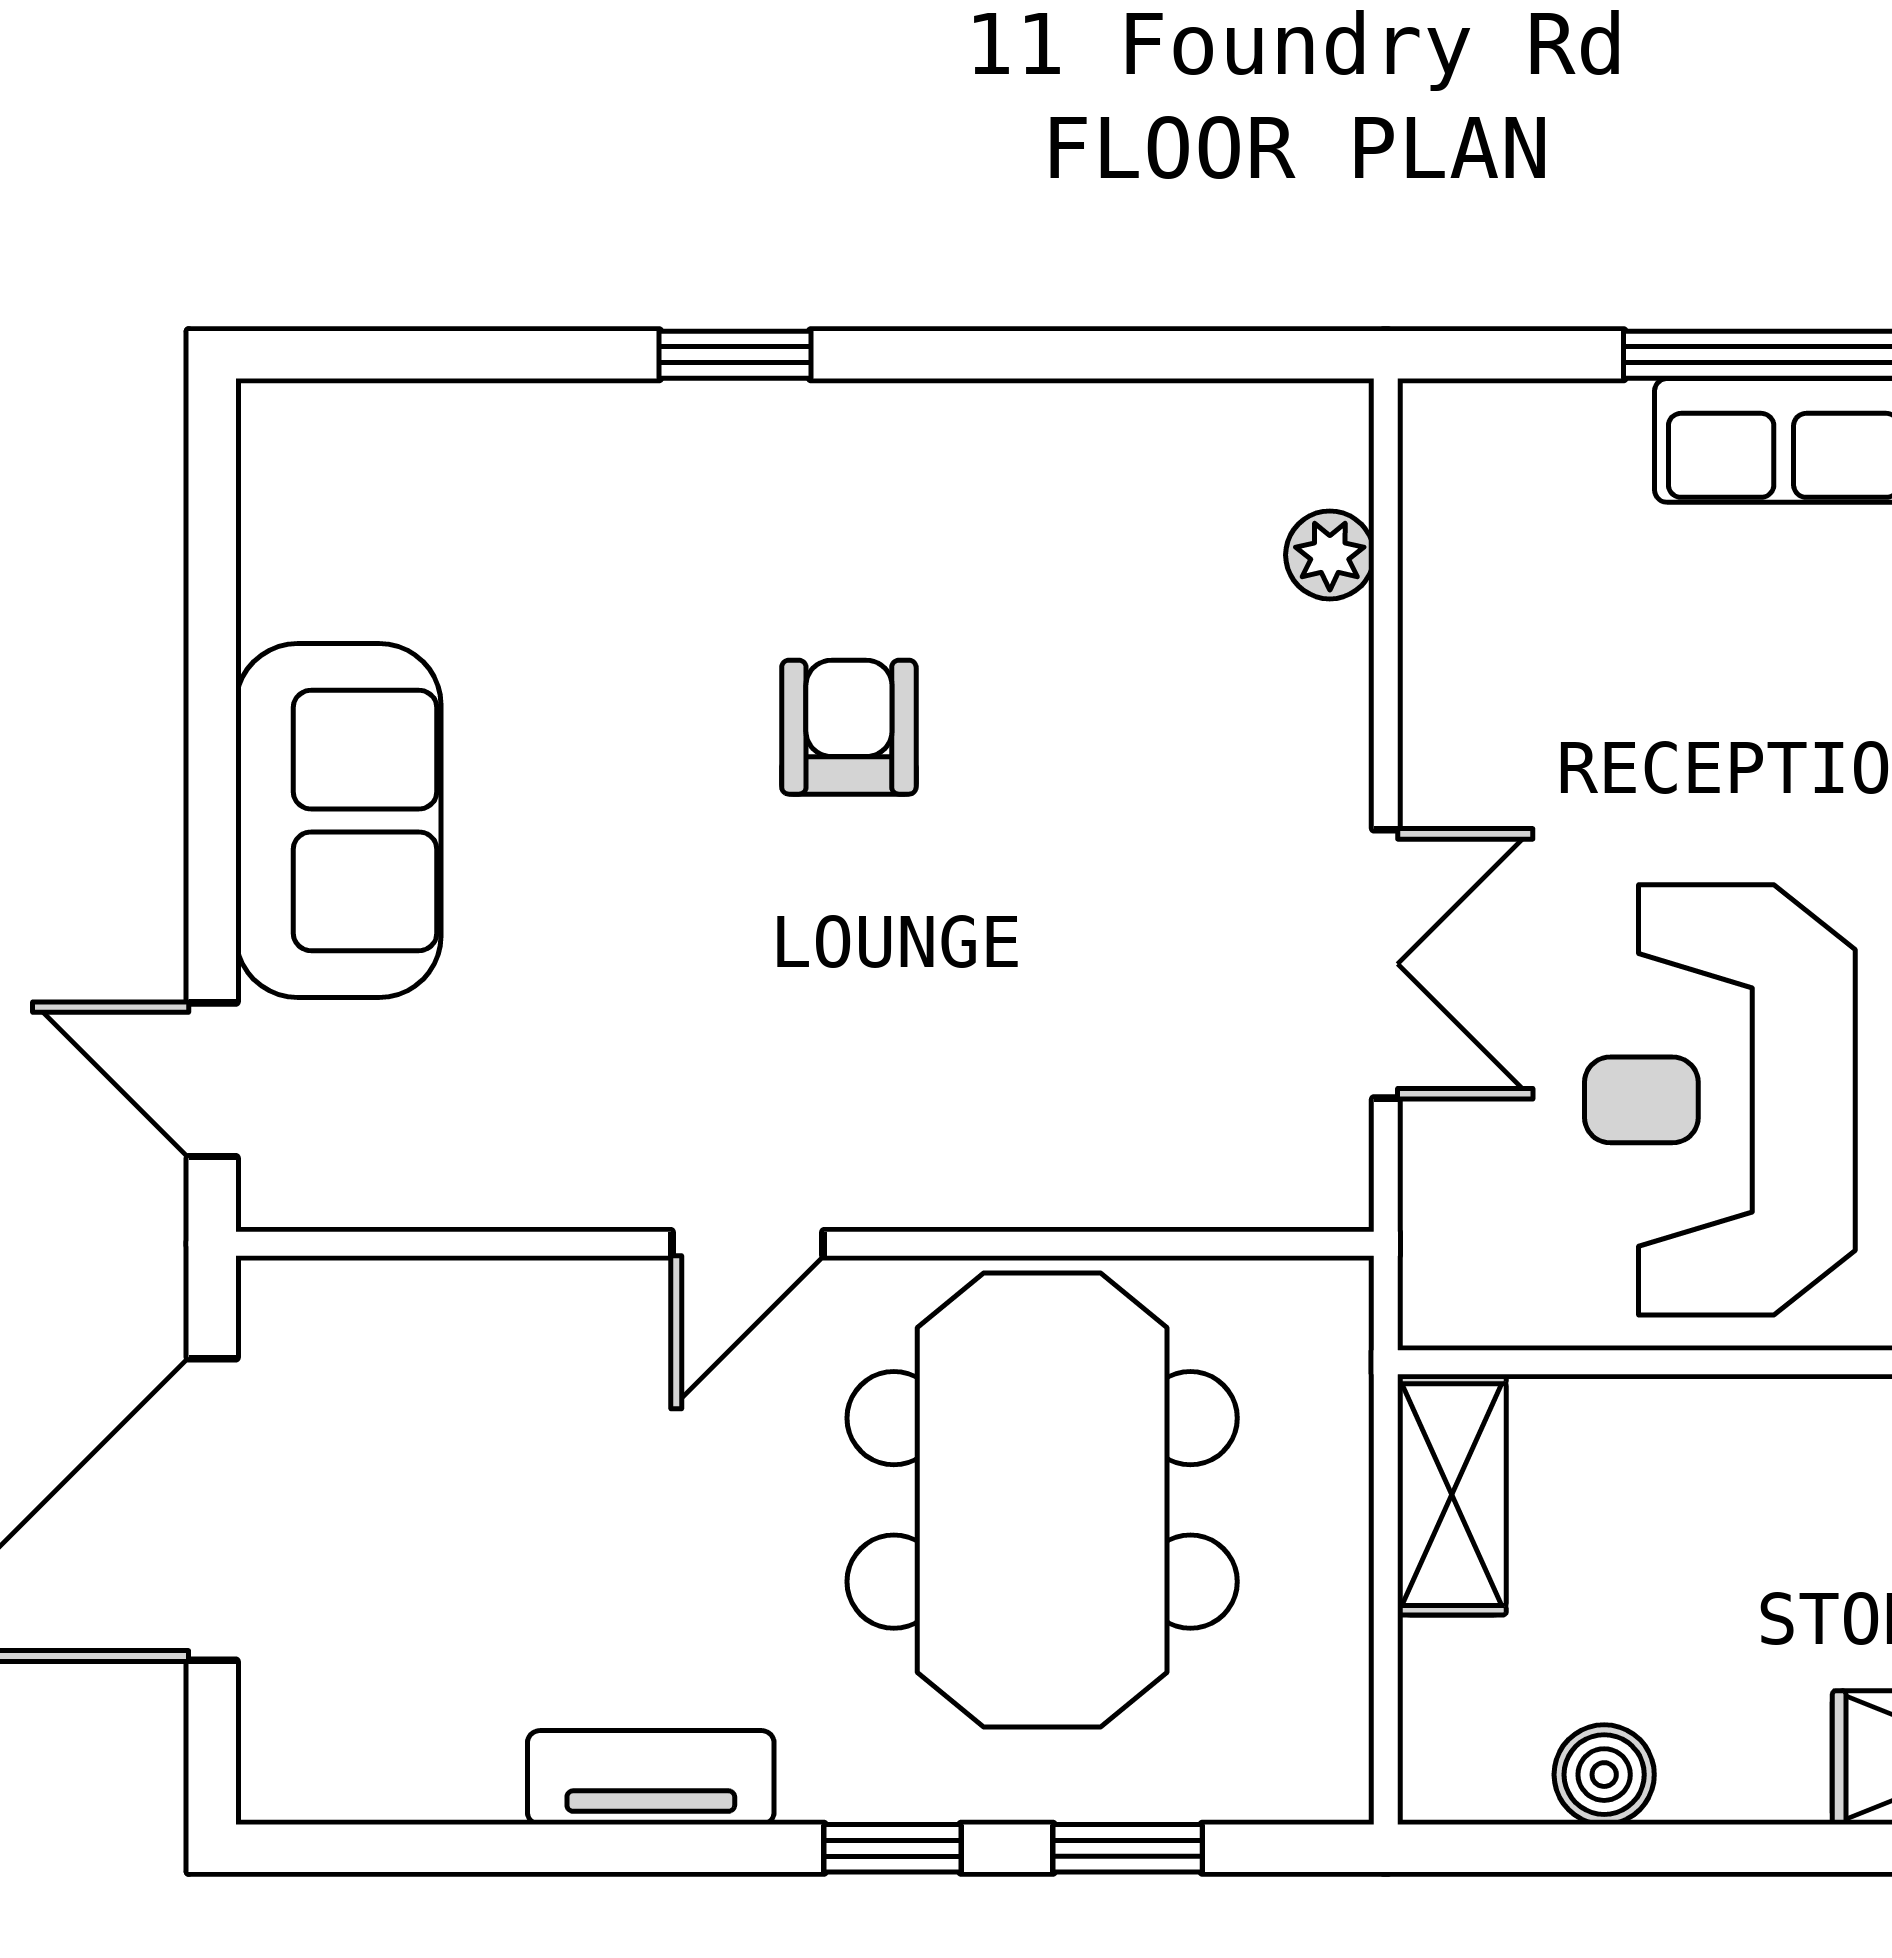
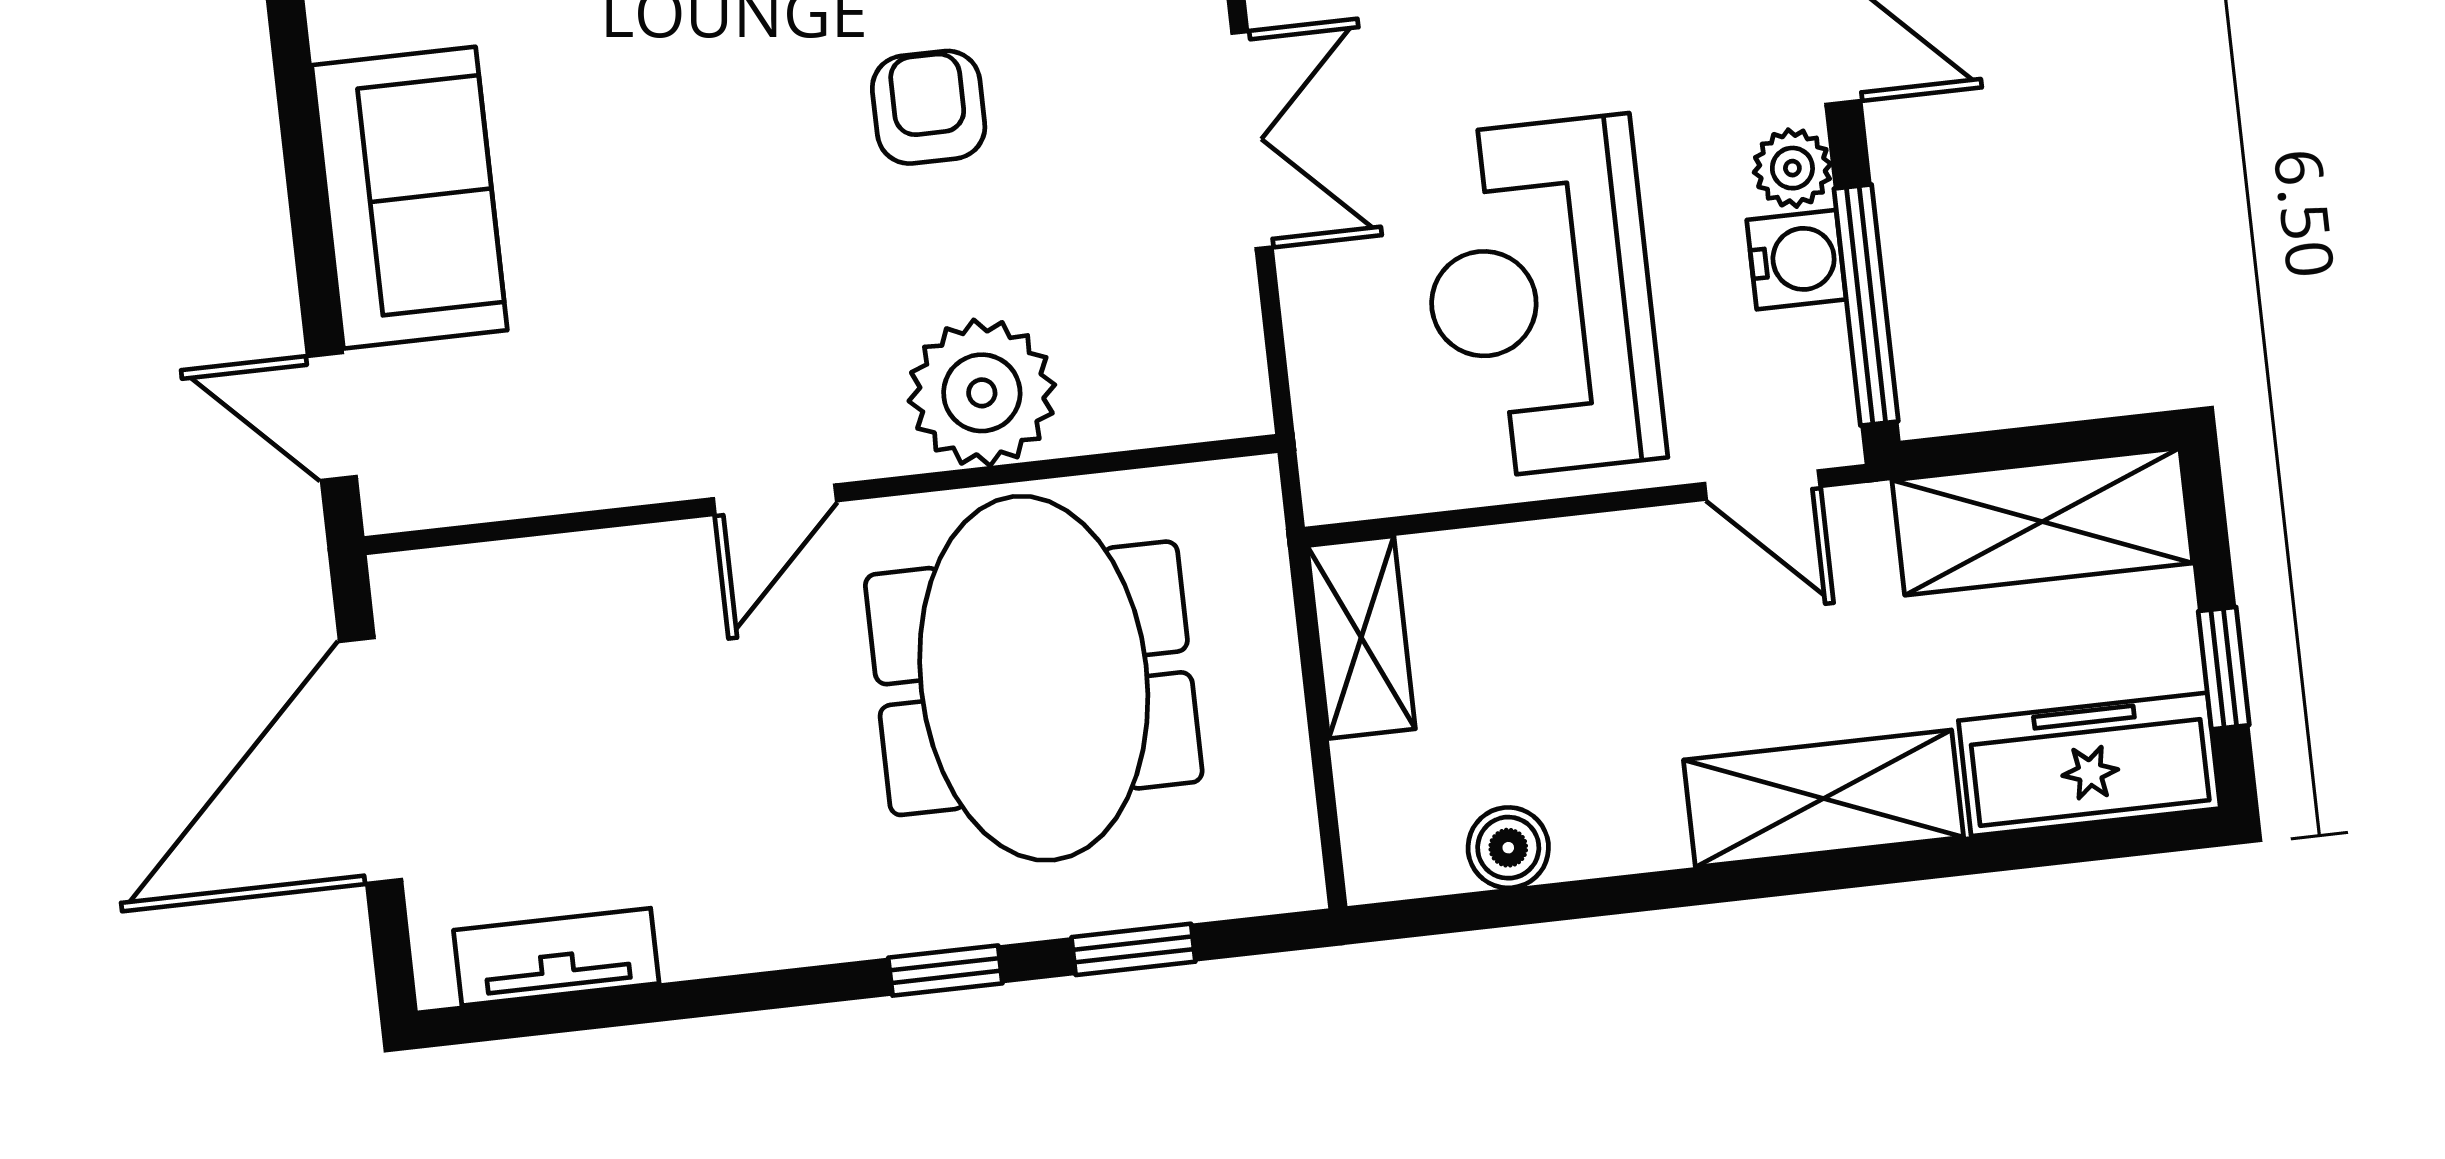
armchair: (849, 727) -> (929, 107), moved
double door: (1386, 964) -> (1252, 140), moved
plant: (1018, 1141) -> (982, 393), added
tv unit: (651, 1778) -> (556, 957), moved

